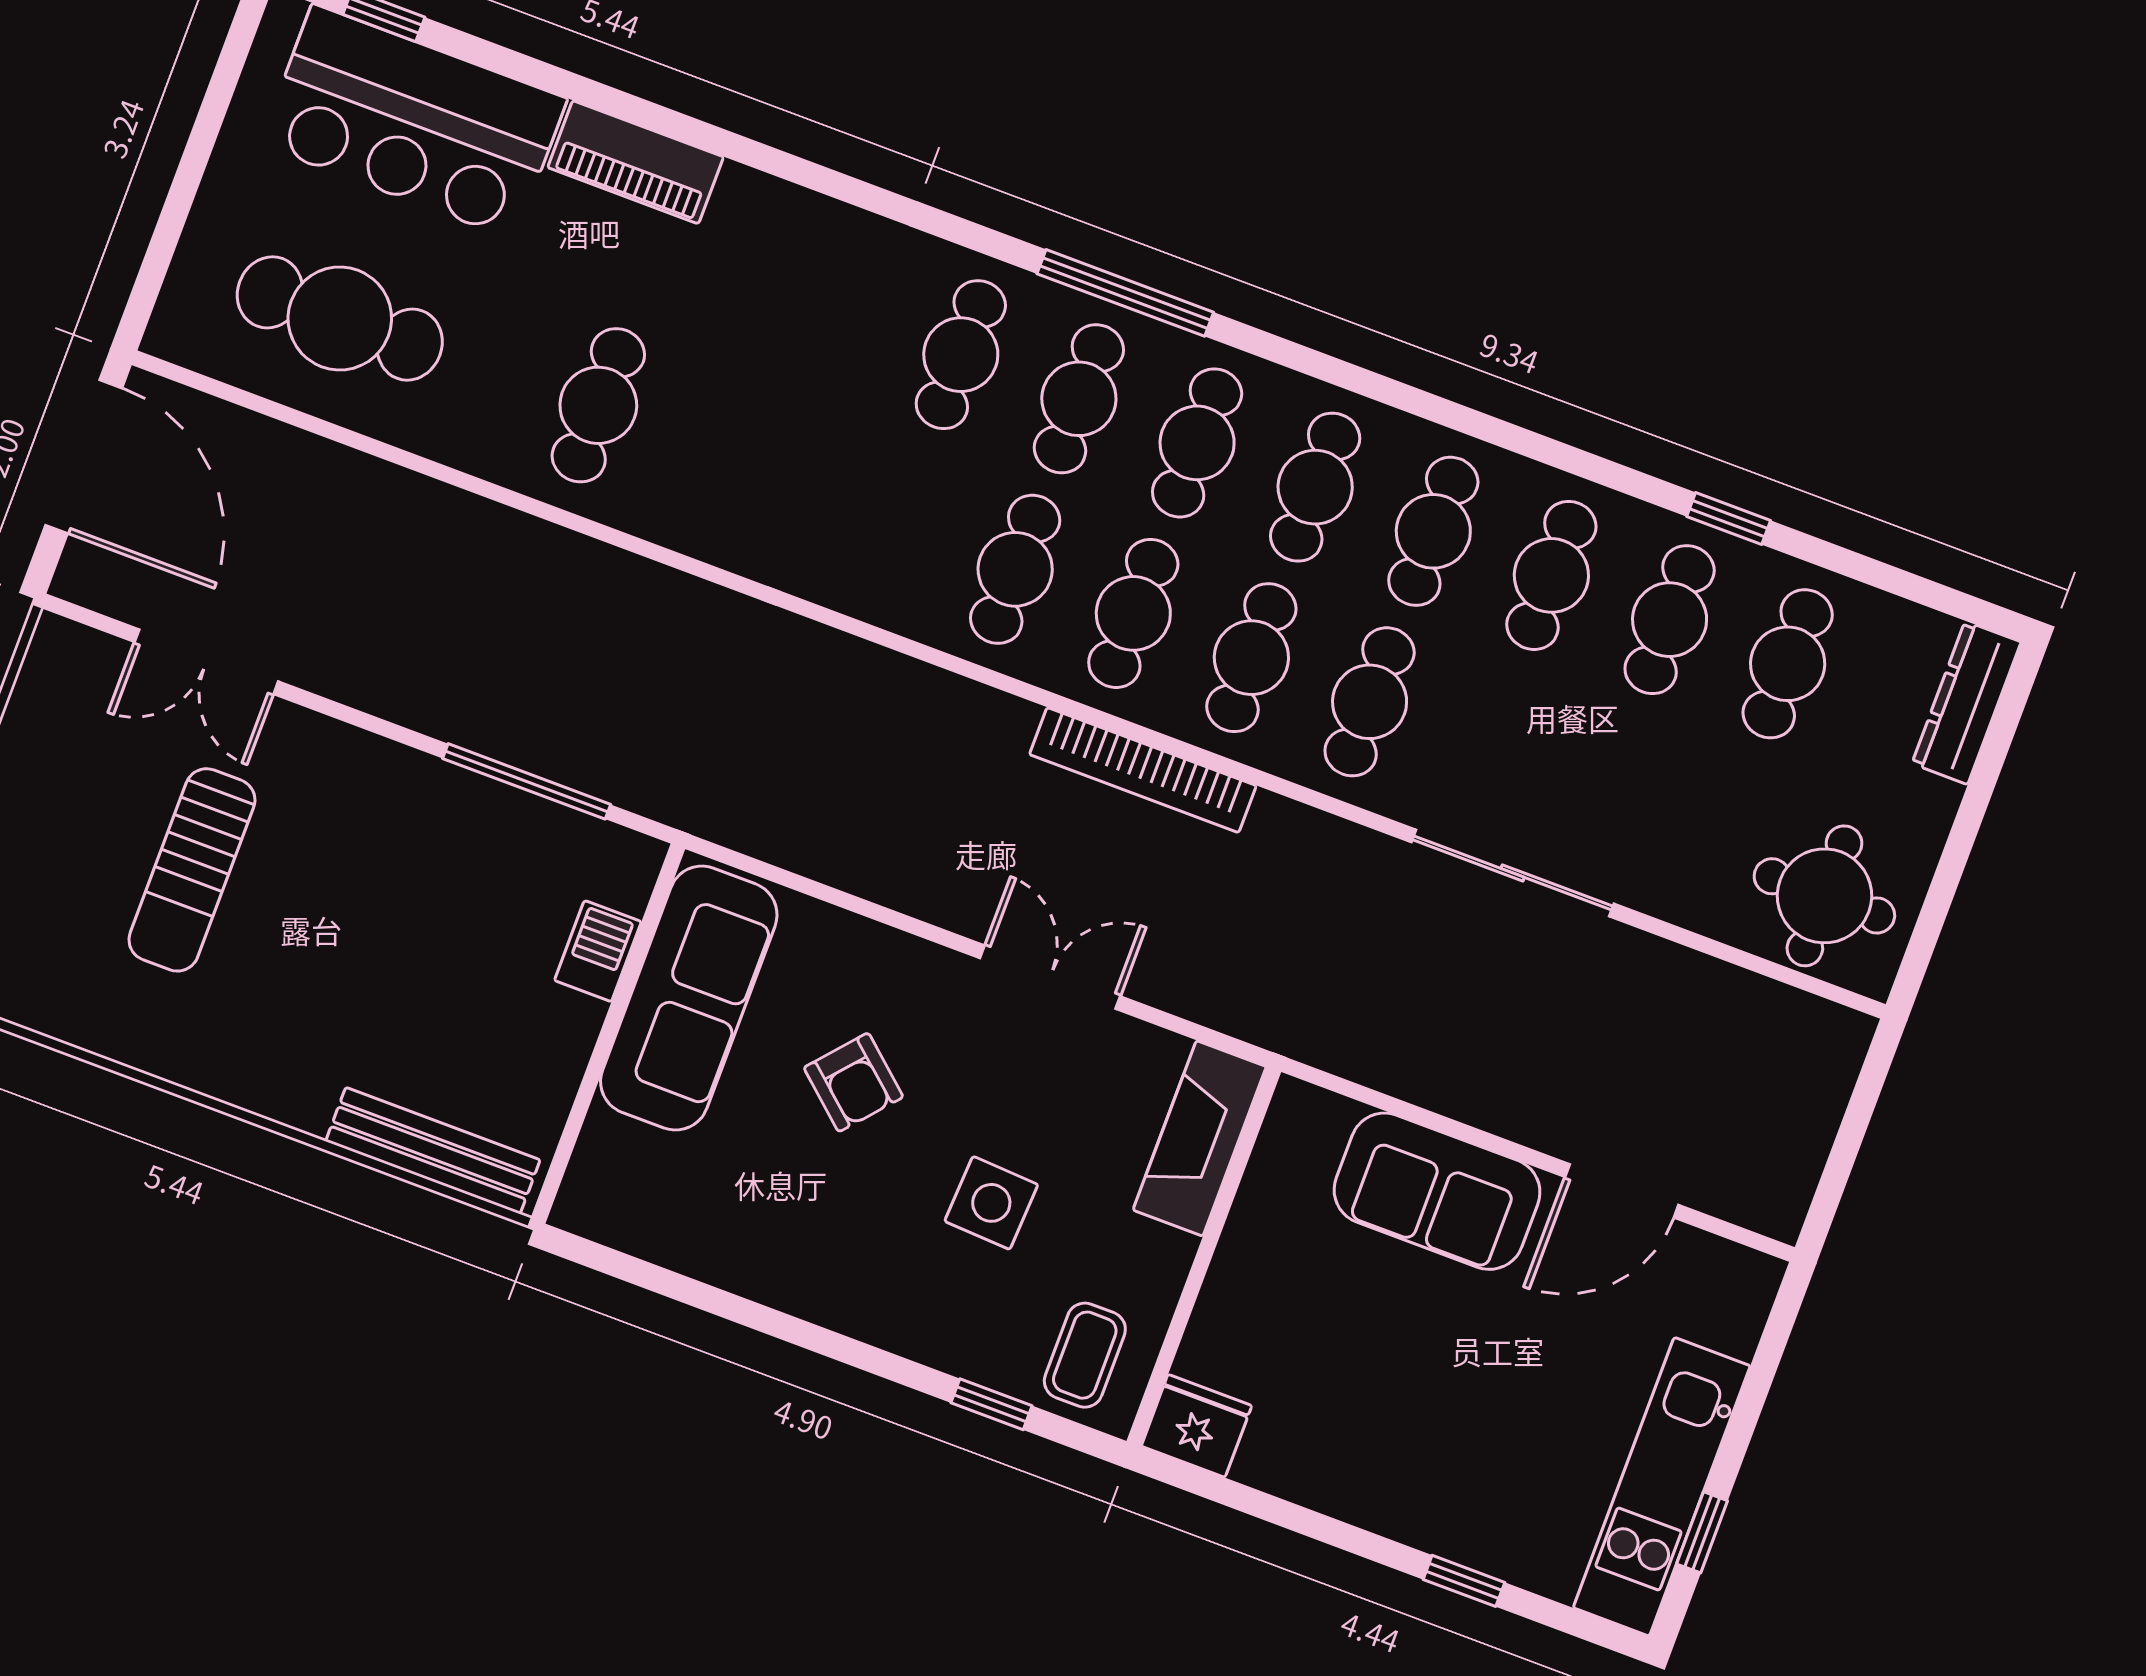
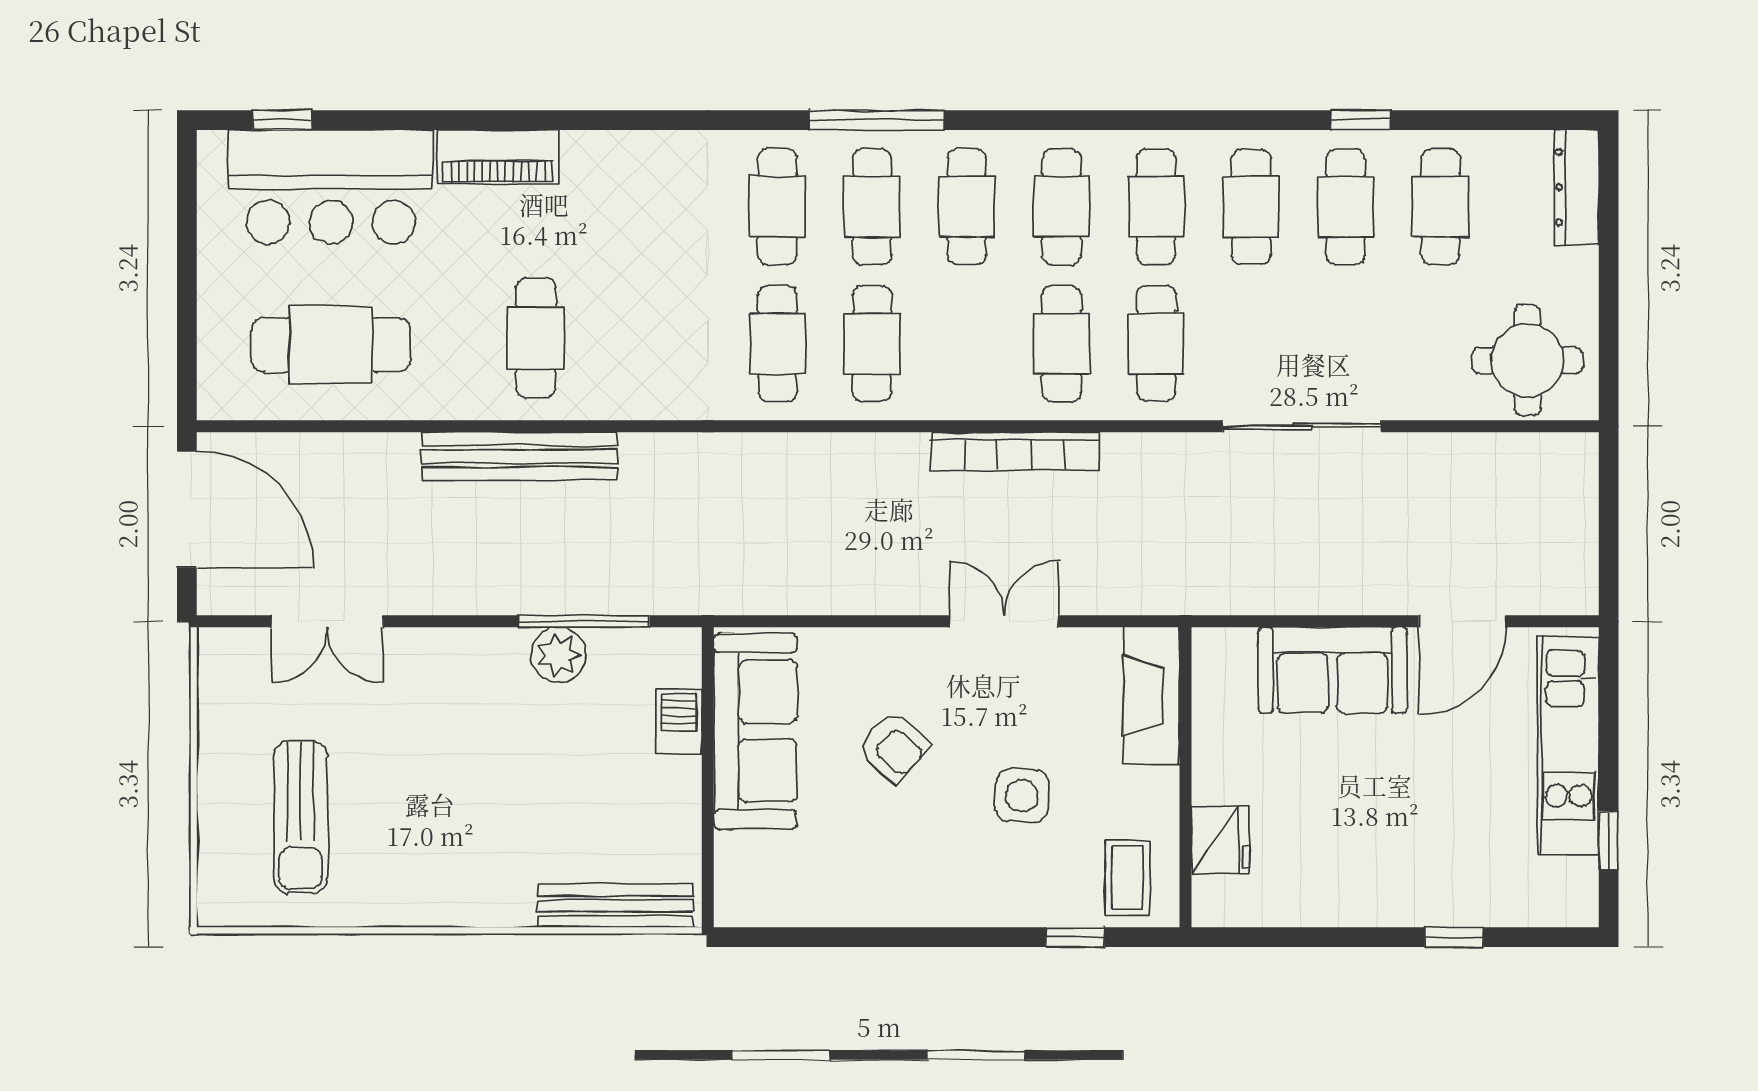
bench: (523, 546) -> (519, 456), added
cafe table: (1133, 613) -> (777, 344), moved
plant: (479, 811) -> (558, 655), added
sun lounger: (192, 870) -> (301, 817), moved
fridge: (1196, 1426) -> (1220, 840), moved, turned 90
kitchen unit: (1662, 1487) -> (1568, 746), moved

